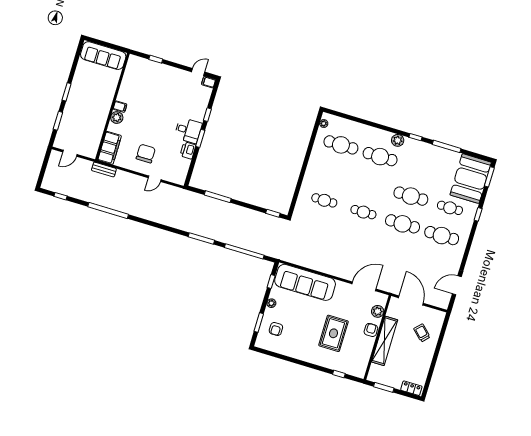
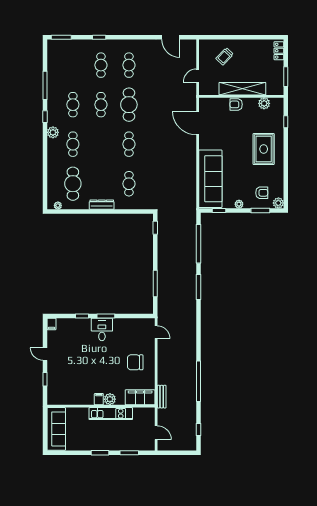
door: (198, 72) -> (45, 354), moved
kitchen unit: (102, 114) -> (111, 414), added
printer: (188, 150) -> (121, 324), removed
cafe table: (380, 157) -> (73, 144), width x0.73, depth x0.74
dresser: (312, 167) -> (102, 205), added
cafe table: (419, 168) -> (73, 105), added
door: (155, 179) -> (156, 332), moved
booth: (471, 179) -> (68, 54), removed
cafe table: (411, 196) -> (101, 105), width x0.73, depth x0.74
cafe table: (442, 236) -> (129, 65), width x0.73, depth x0.74
door: (411, 300) -> (198, 76), width x0.53
plant: (378, 311) -> (264, 103), moved
rug: (333, 333) -> (264, 149), moved, turned 90
plant: (261, 342) -> (278, 203), added

